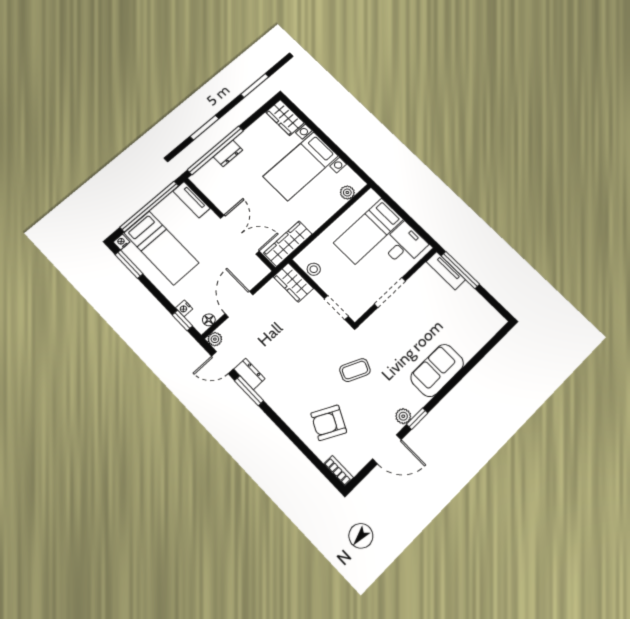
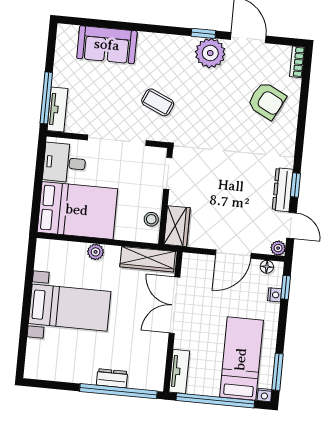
wardrobe: (285, 117) -> (37, 359), removed
plant: (347, 193) -> (96, 252), moved
bed: (369, 231) -> (77, 210), width x1.50
doorway: (390, 292) -> (117, 140), width x1.36
coffee table: (355, 370) -> (158, 102), moved
sofa: (437, 370) -> (107, 45), moved
dresser: (249, 374) -> (283, 190), width x1.44
window: (249, 391) -> (295, 185), width x0.67
plant: (403, 416) -> (210, 53), width x1.88, depth x1.88

